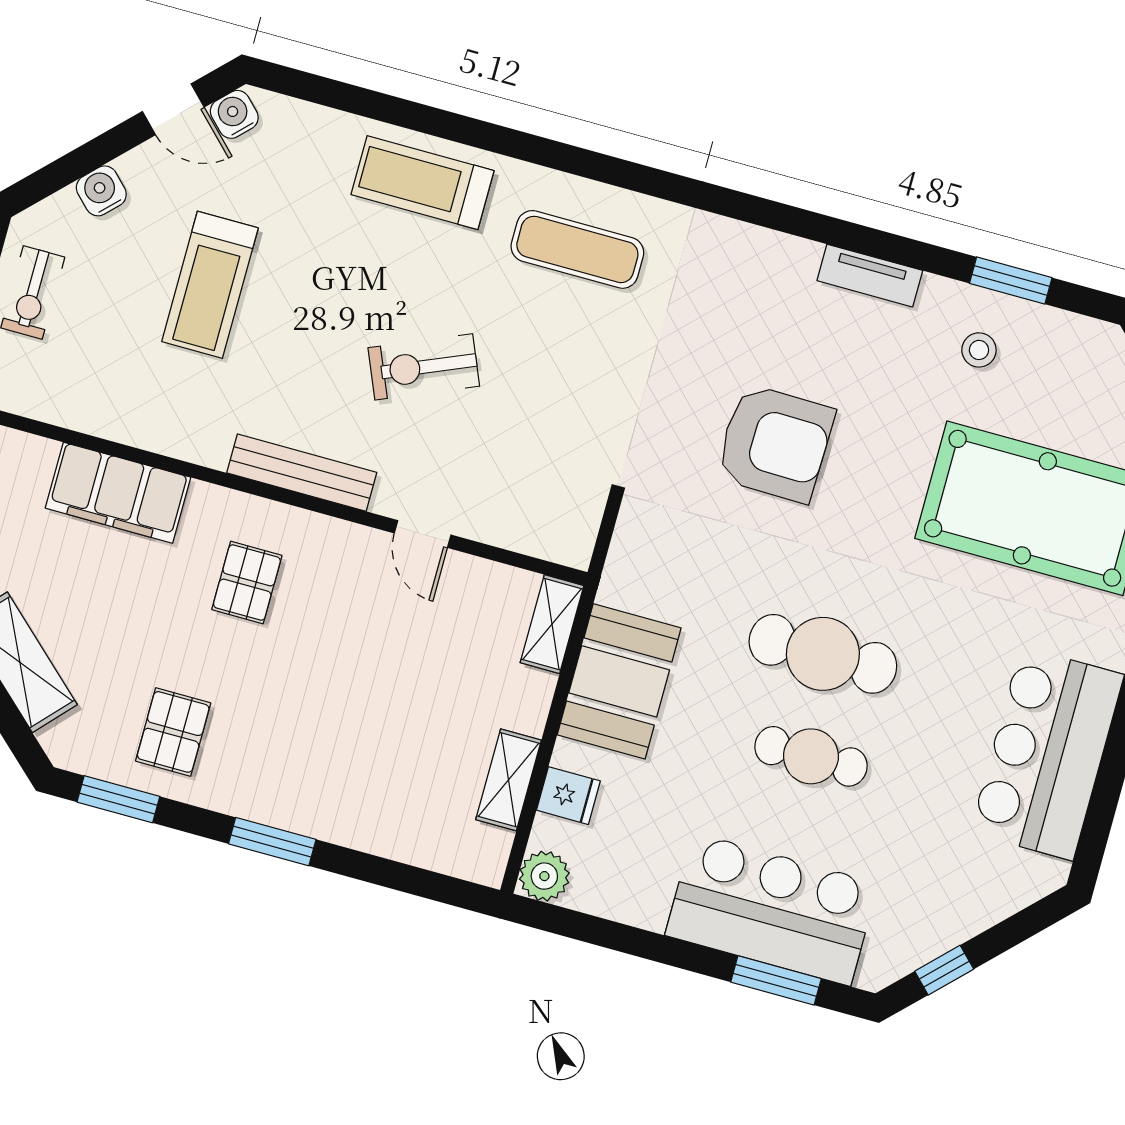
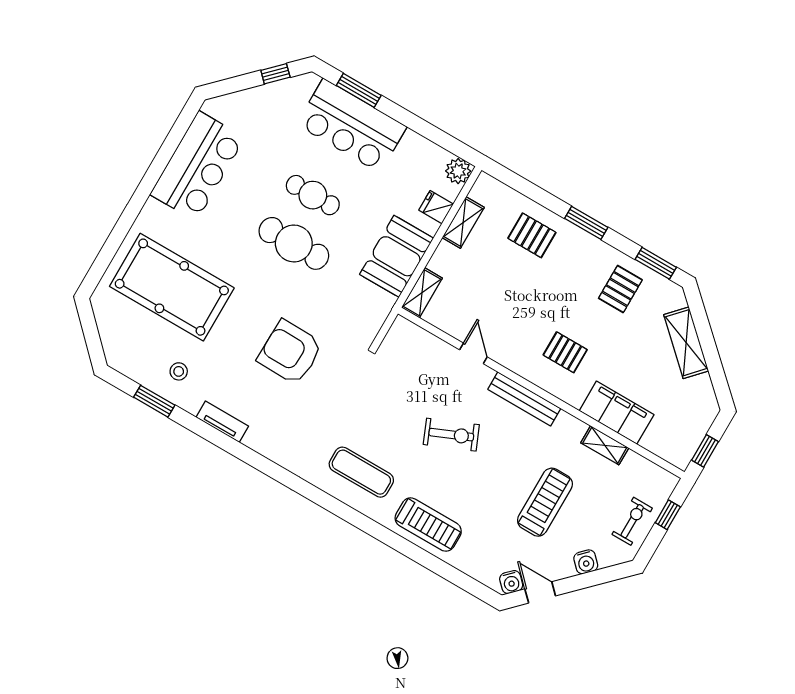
shelving: (124, 424) -> (605, 445), added
pallet: (247, 583) -> (565, 352), turned 90
pallet: (370, 790) -> (532, 235), added

